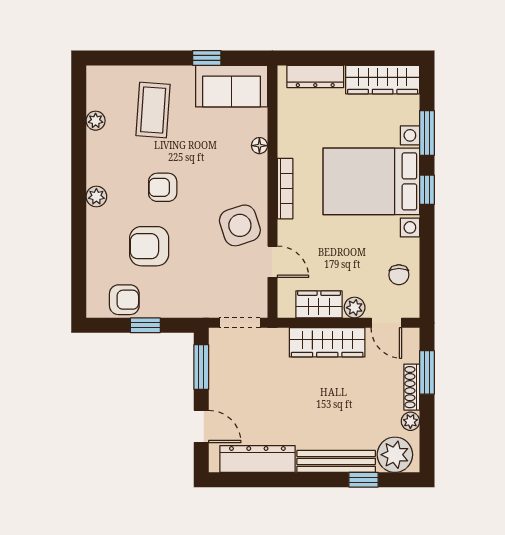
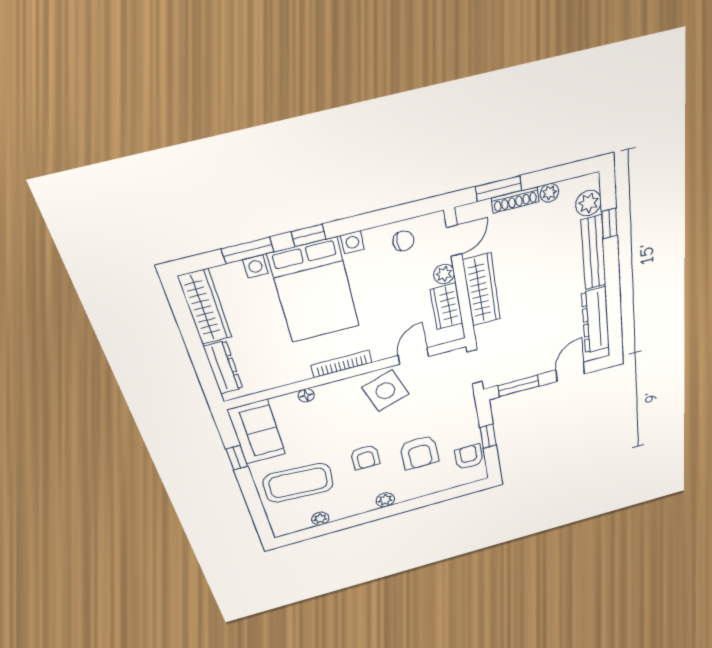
coffee table: (153, 110) -> (298, 483), width x1.36, depth x1.32
plant: (395, 455) -> (588, 203), width x0.73, depth x0.73

